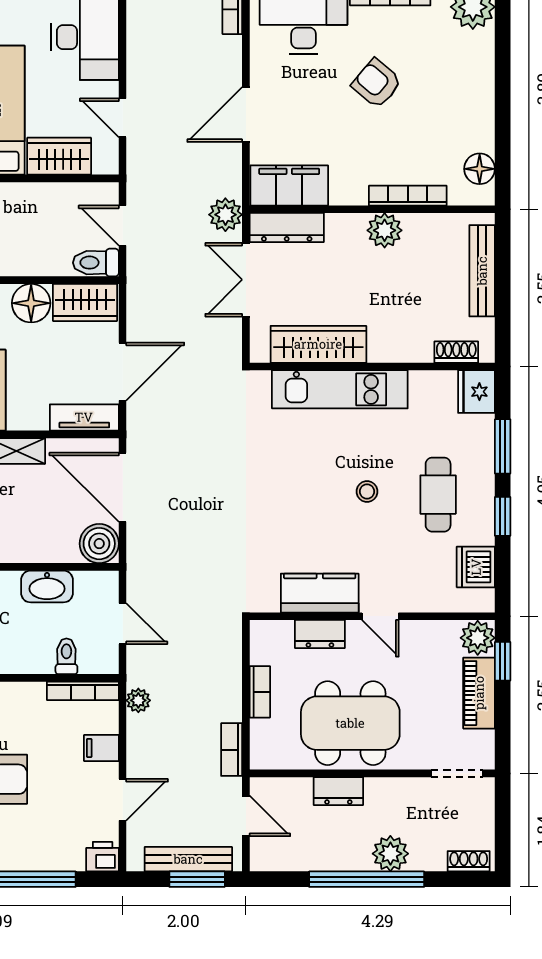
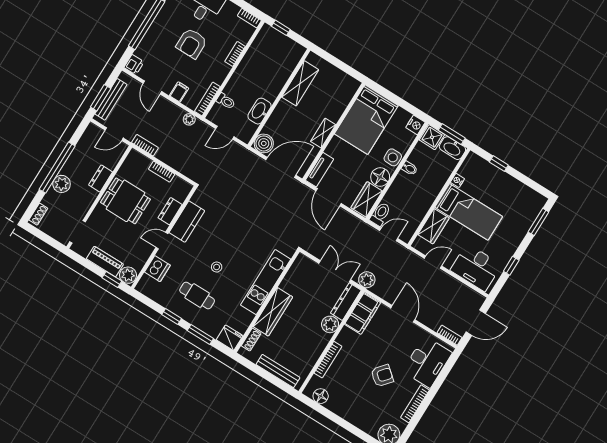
plant: (385, 230) -> (330, 324), moved
wardrobe: (318, 344) -> (273, 312), moved
dishwasher: (476, 567) -> (157, 269), moved, turned 90
dining table: (350, 723) -> (126, 201), width x0.73

